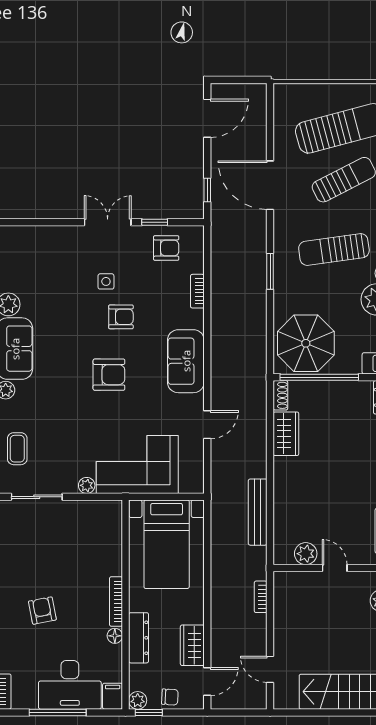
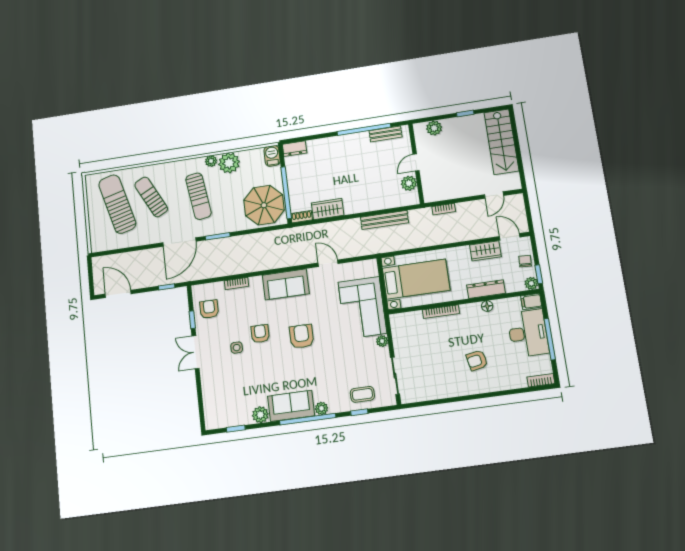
door: (270, 185) -> (179, 242), moved
bookcase: (116, 602) -> (441, 312), moved

